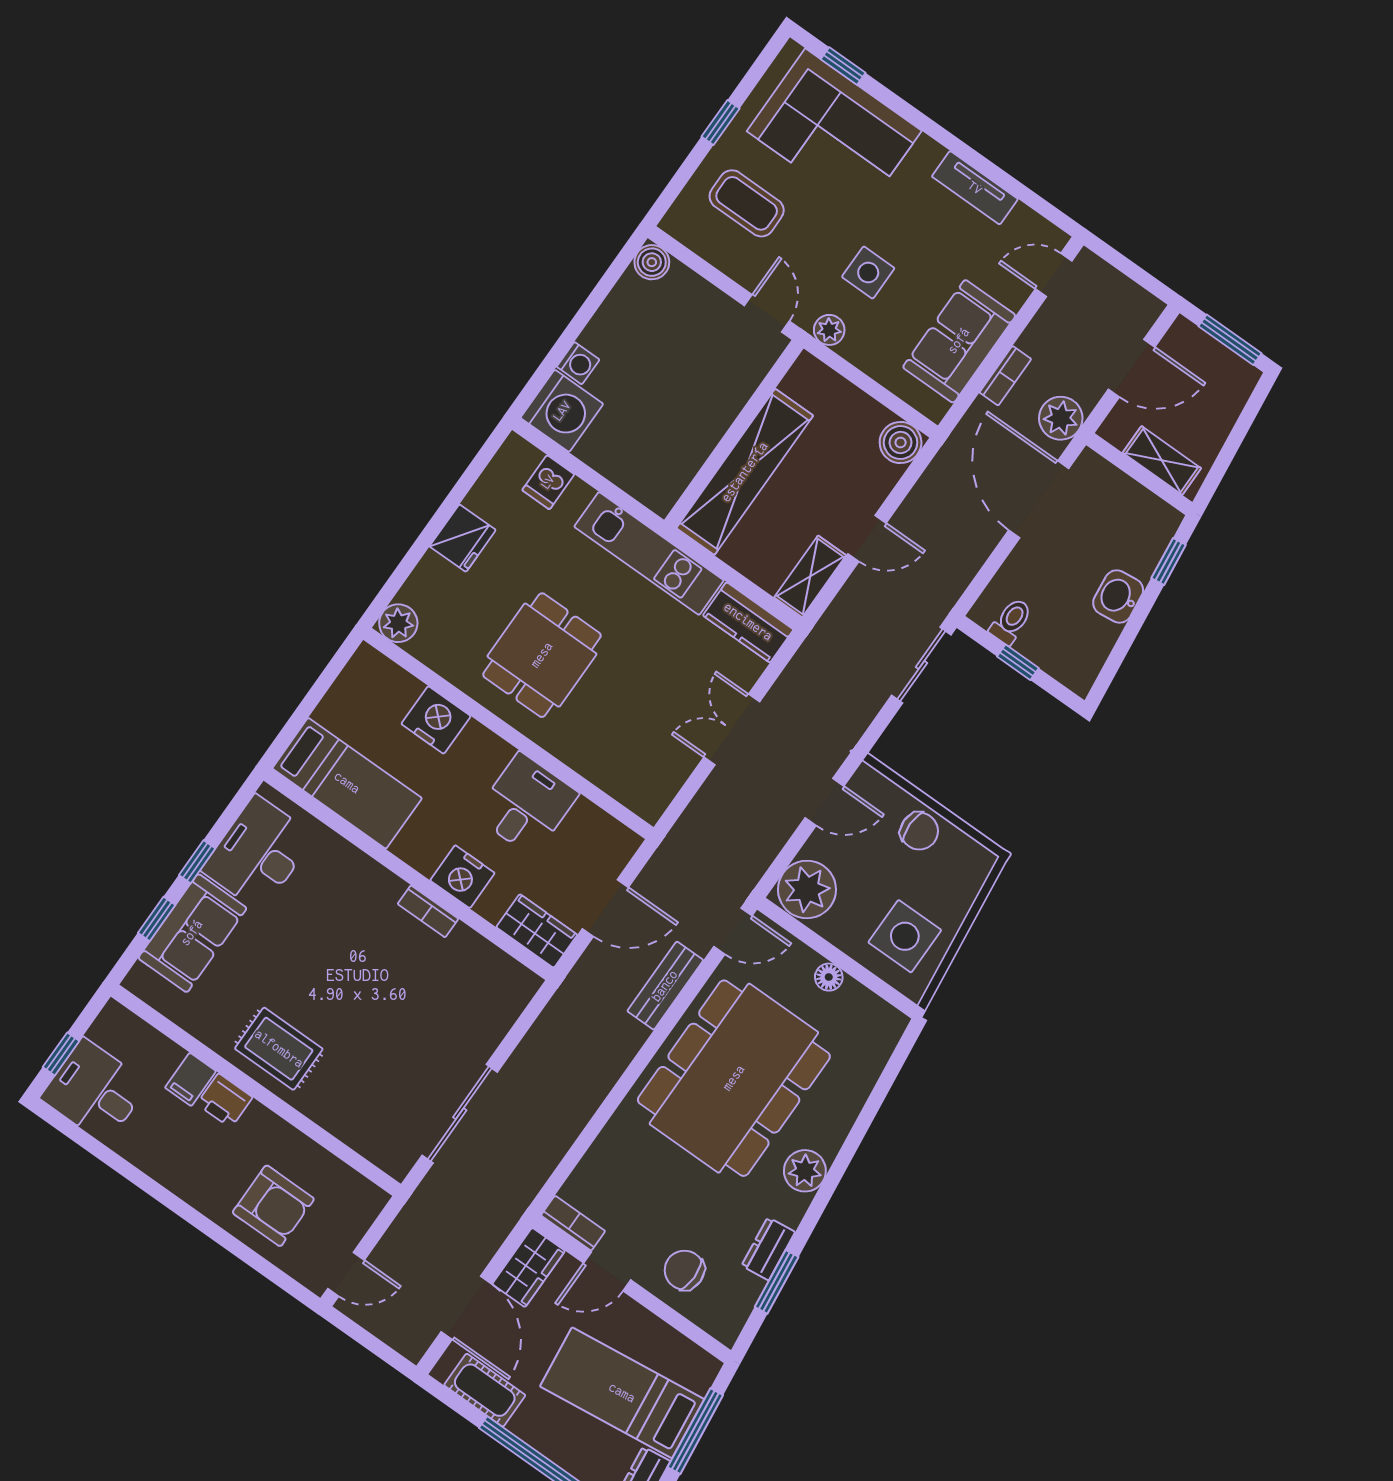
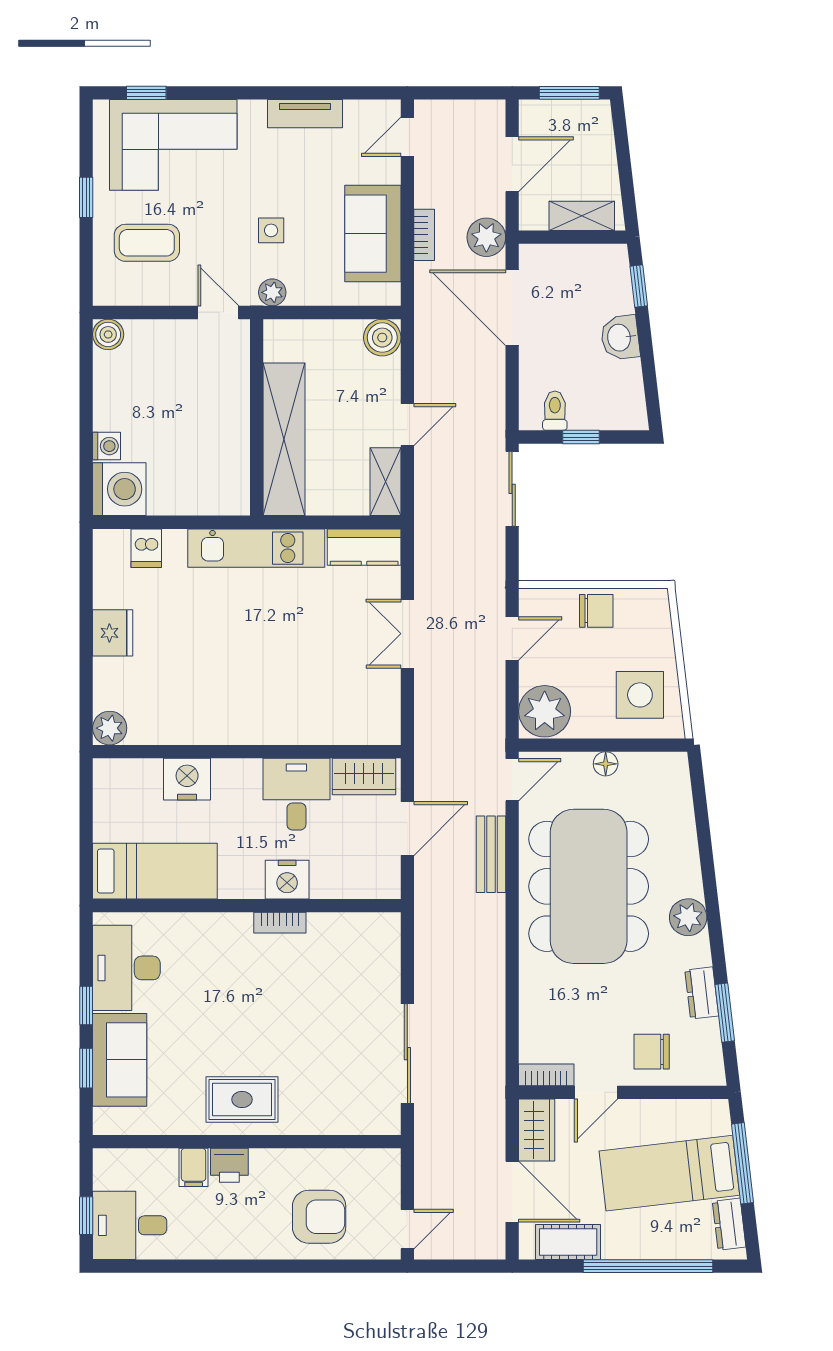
side table: (868, 273) -> (271, 230), width x0.73, depth x0.73
dining table: (542, 655) -> (231, 677), removed
wardrobe: (537, 931) -> (364, 776), moved, turned 180

